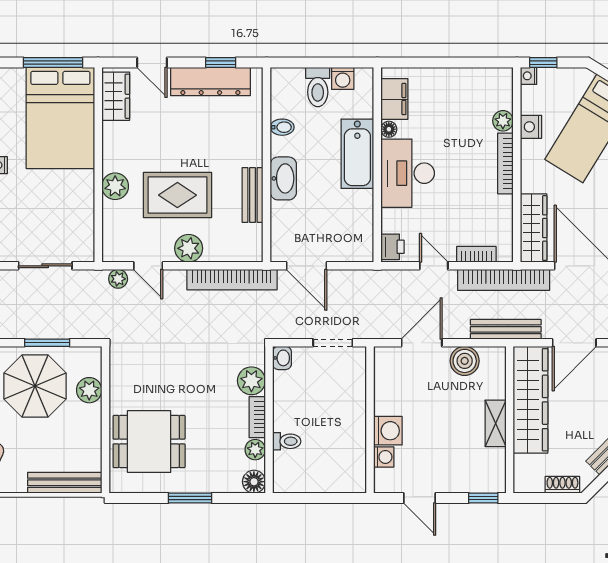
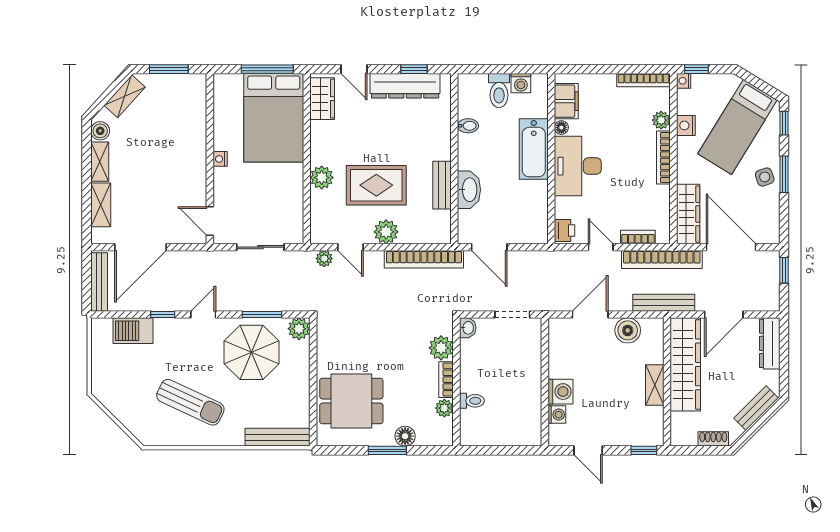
bookcase: (483, 75) -> (644, 80), added
washbasin: (283, 178) -> (469, 190), moved
plant: (89, 390) -> (299, 329), moved
floor lamp: (254, 482) -> (405, 436), moved

